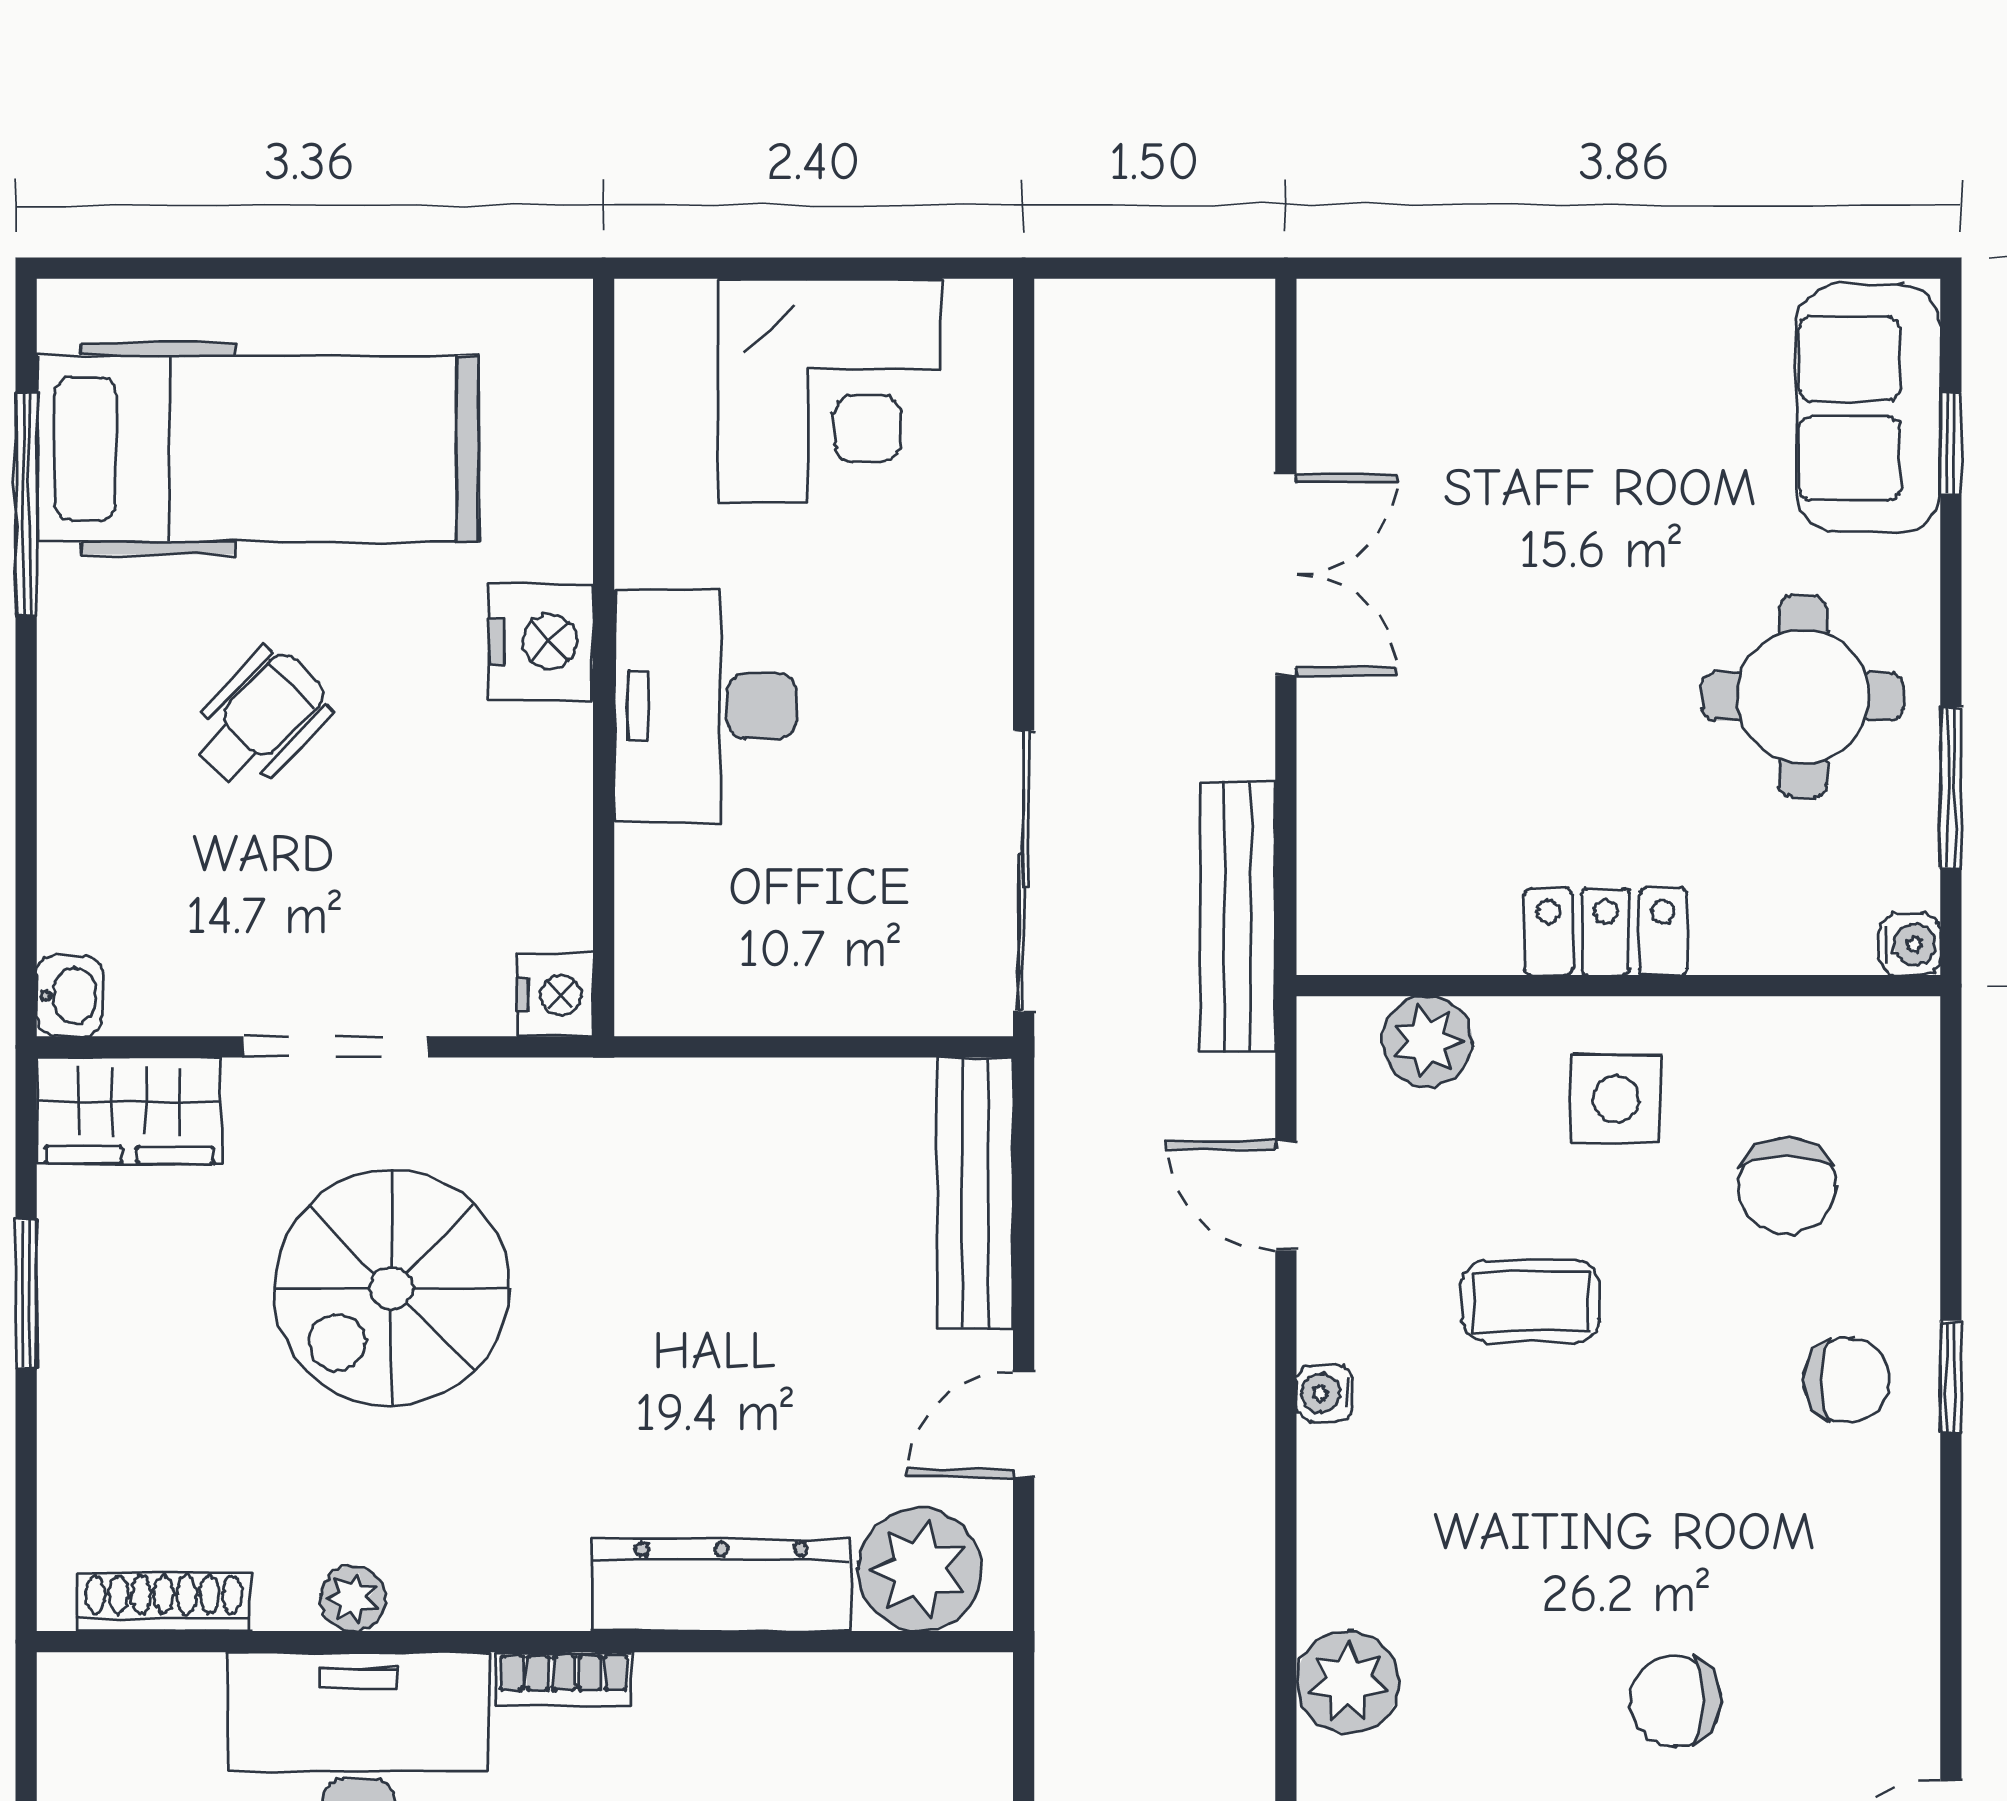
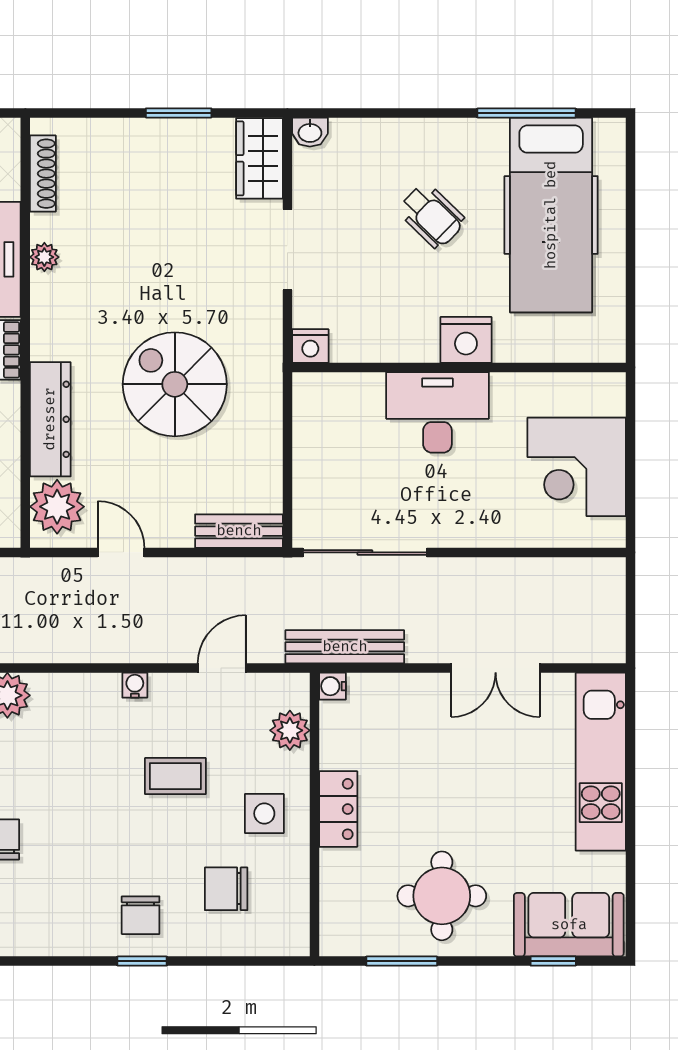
kitchen unit: (1498, 336) -> (601, 762), added
water cooler: (1910, 945) -> (332, 686), moved, turned 90
bench: (975, 1193) -> (239, 531), width x0.73
spiral stairs: (391, 1288) -> (175, 384), moved
coffee table: (1531, 1301) -> (175, 776), turned 90

